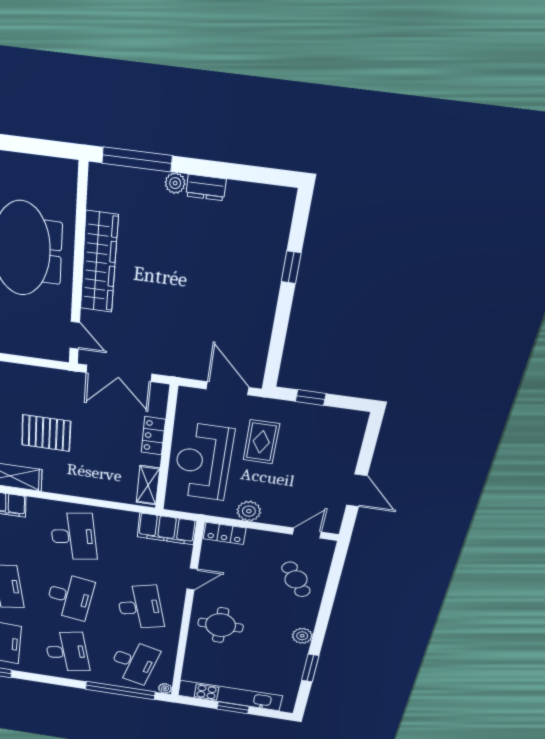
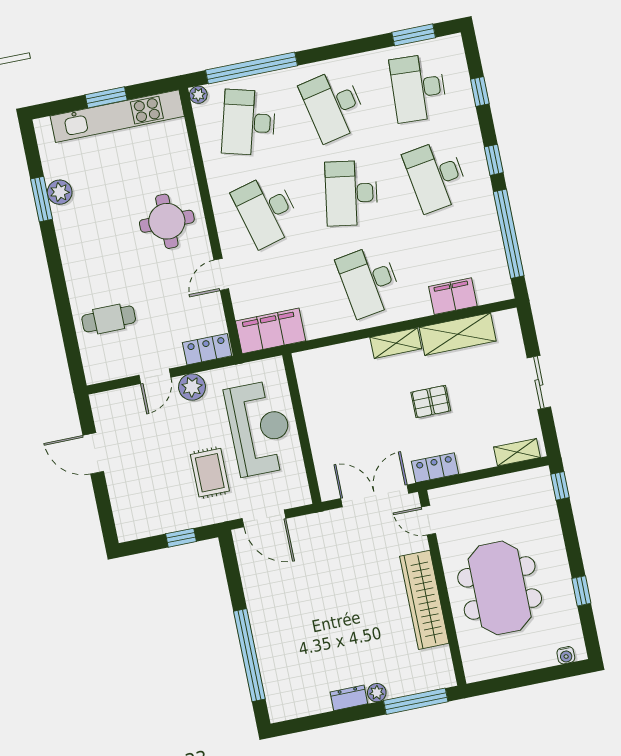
window: (291, 267) -> (249, 655), width x3.17
pallet: (46, 433) -> (431, 402), width x0.67, depth x0.71
locker: (153, 436) -> (435, 468), moved, turned -90
shelving: (148, 485) -> (396, 343), moved, turned 90
door: (307, 533) -> (155, 376), moved
cafe table: (296, 579) -> (109, 319), turned -56
plant: (302, 636) -> (60, 192), moved

